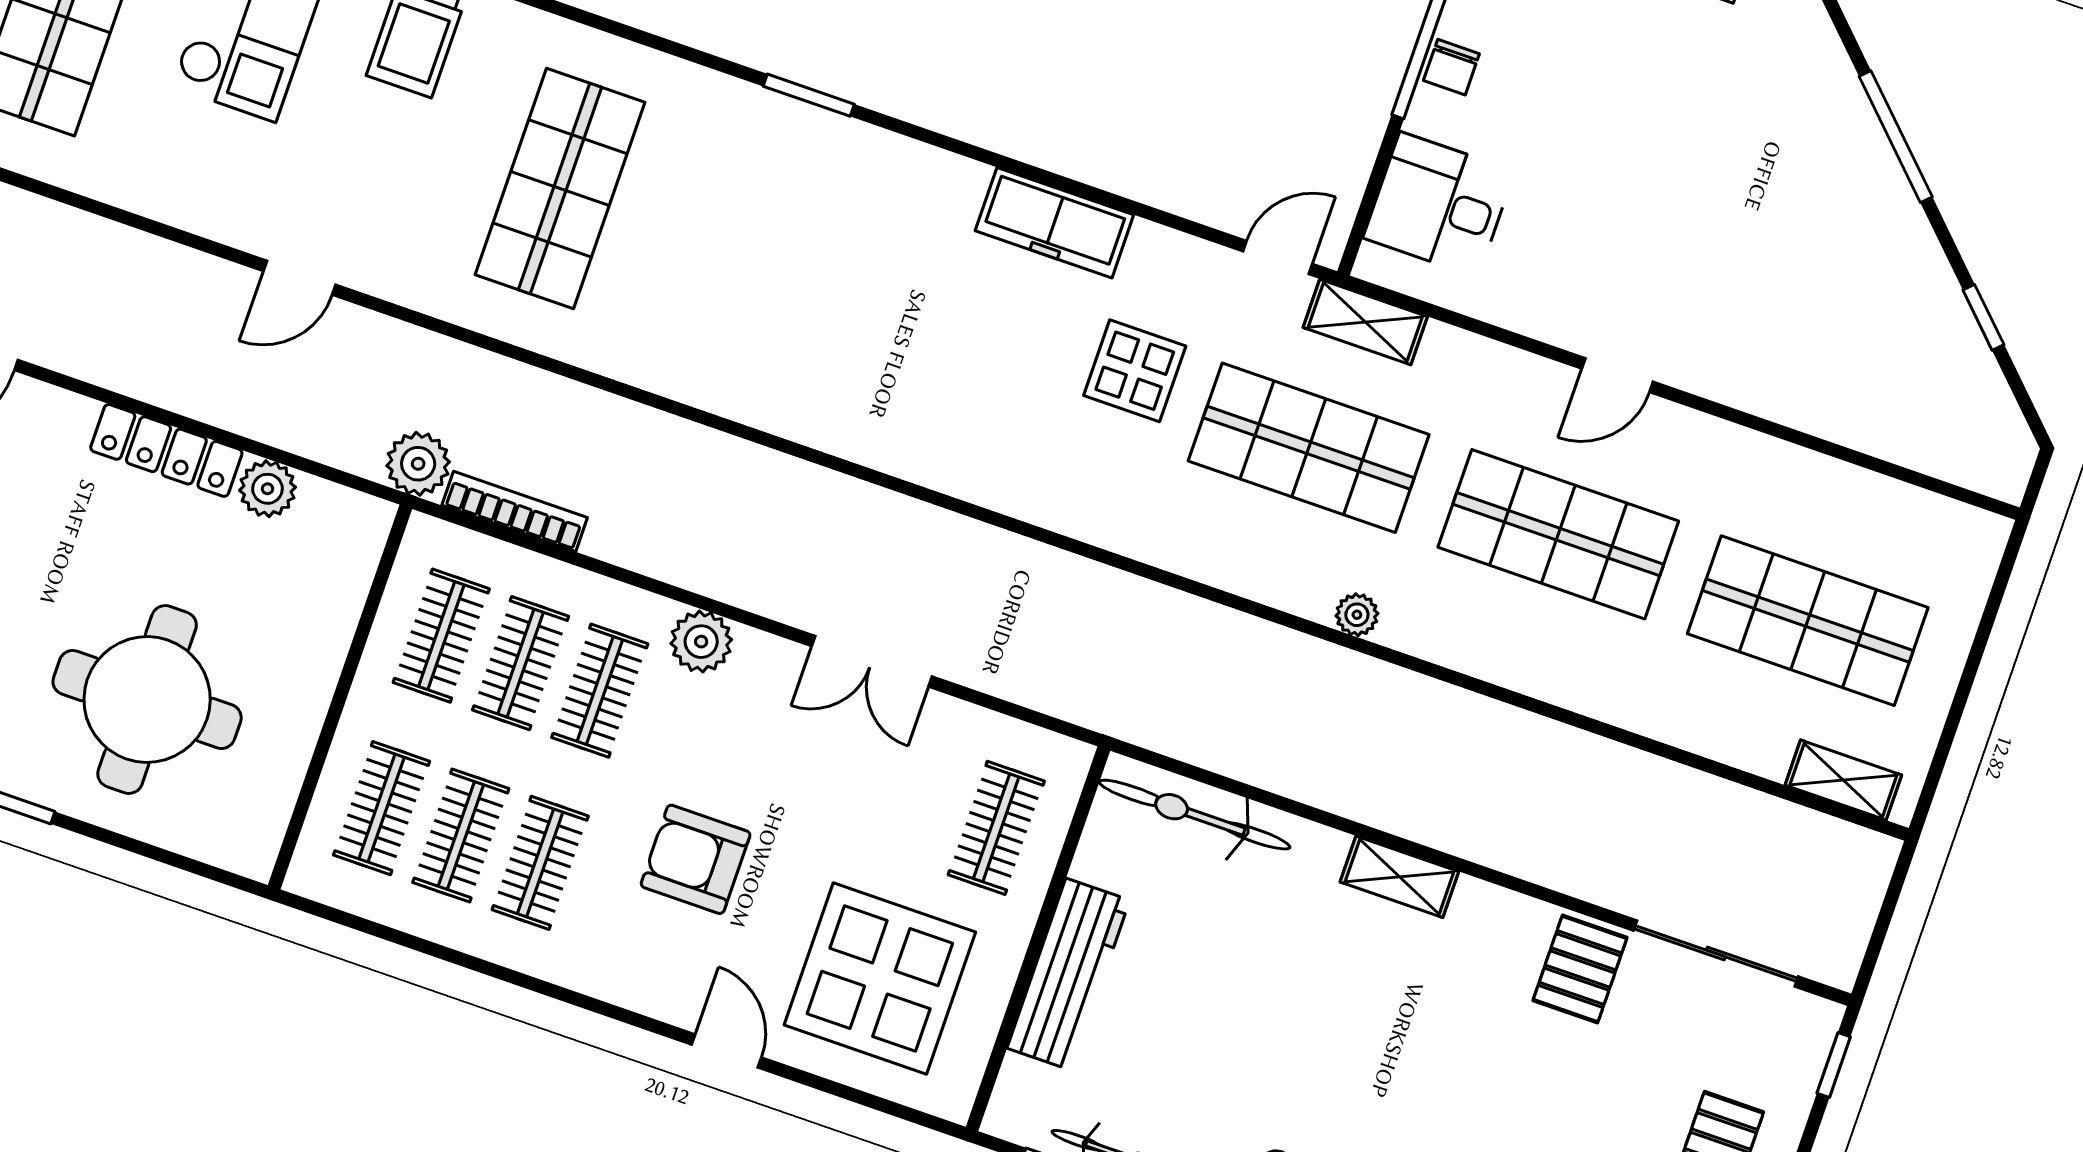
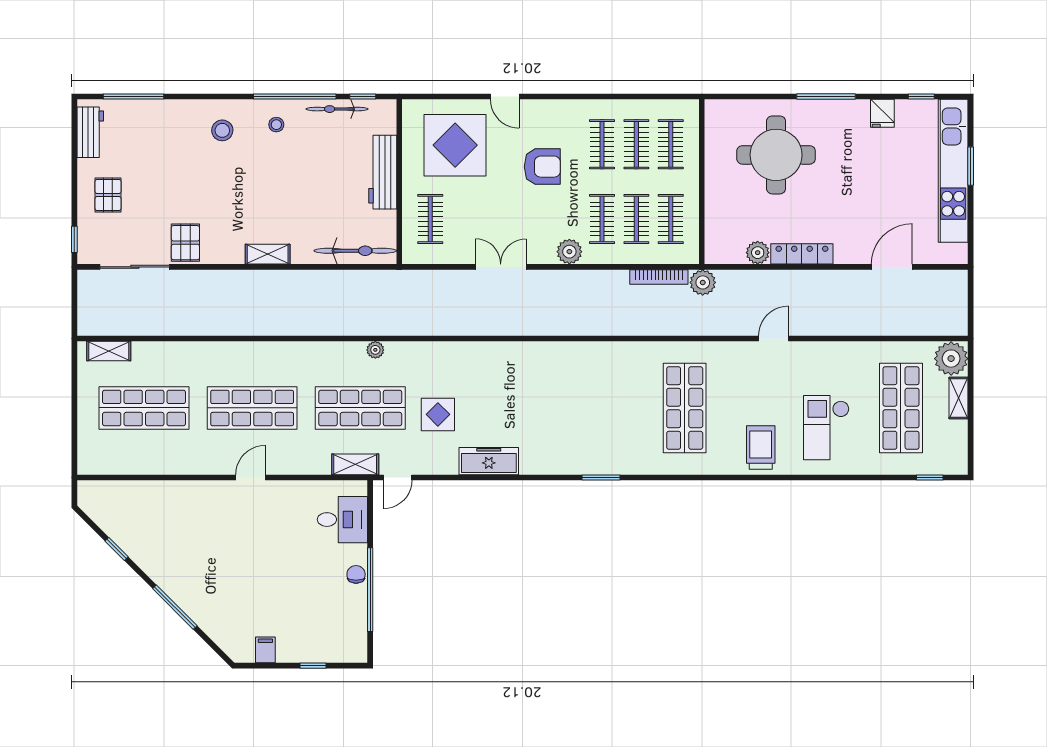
plant: (1357, 615) -> (375, 350), moved

